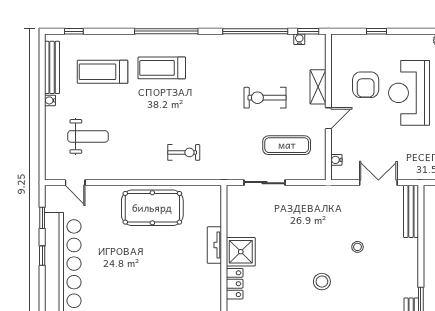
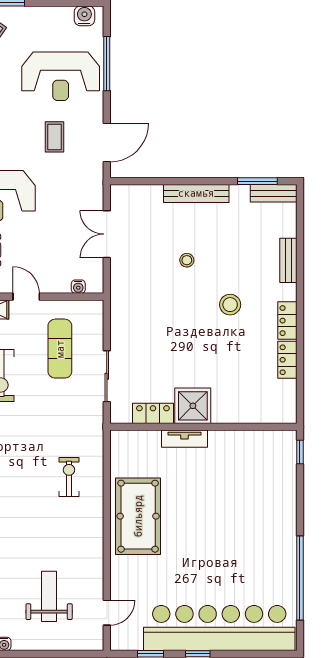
bench: (411, 211) -> (196, 193), moved
locker: (235, 284) -> (153, 413), moved

